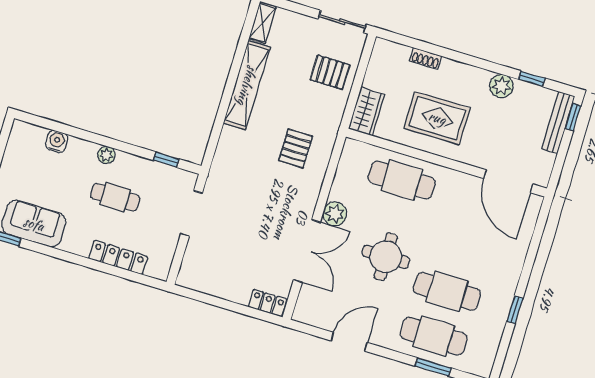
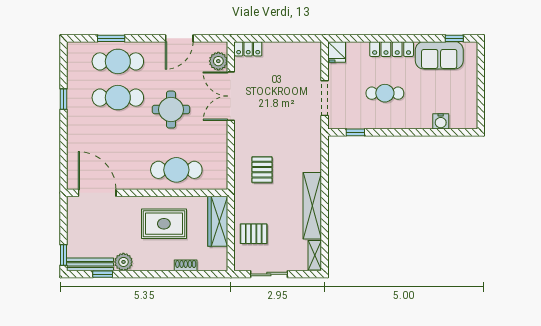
sliding door: (342, 22) -> (269, 274), moved
wardrobe: (367, 111) -> (218, 221), width x1.50
bench: (558, 123) -> (90, 264), moved, turned 90
plant: (106, 155) -> (401, 122), removed
plant: (335, 214) -> (218, 61), moved
locker: (118, 258) -> (392, 49), moved
fridge: (160, 266) -> (337, 52), added

